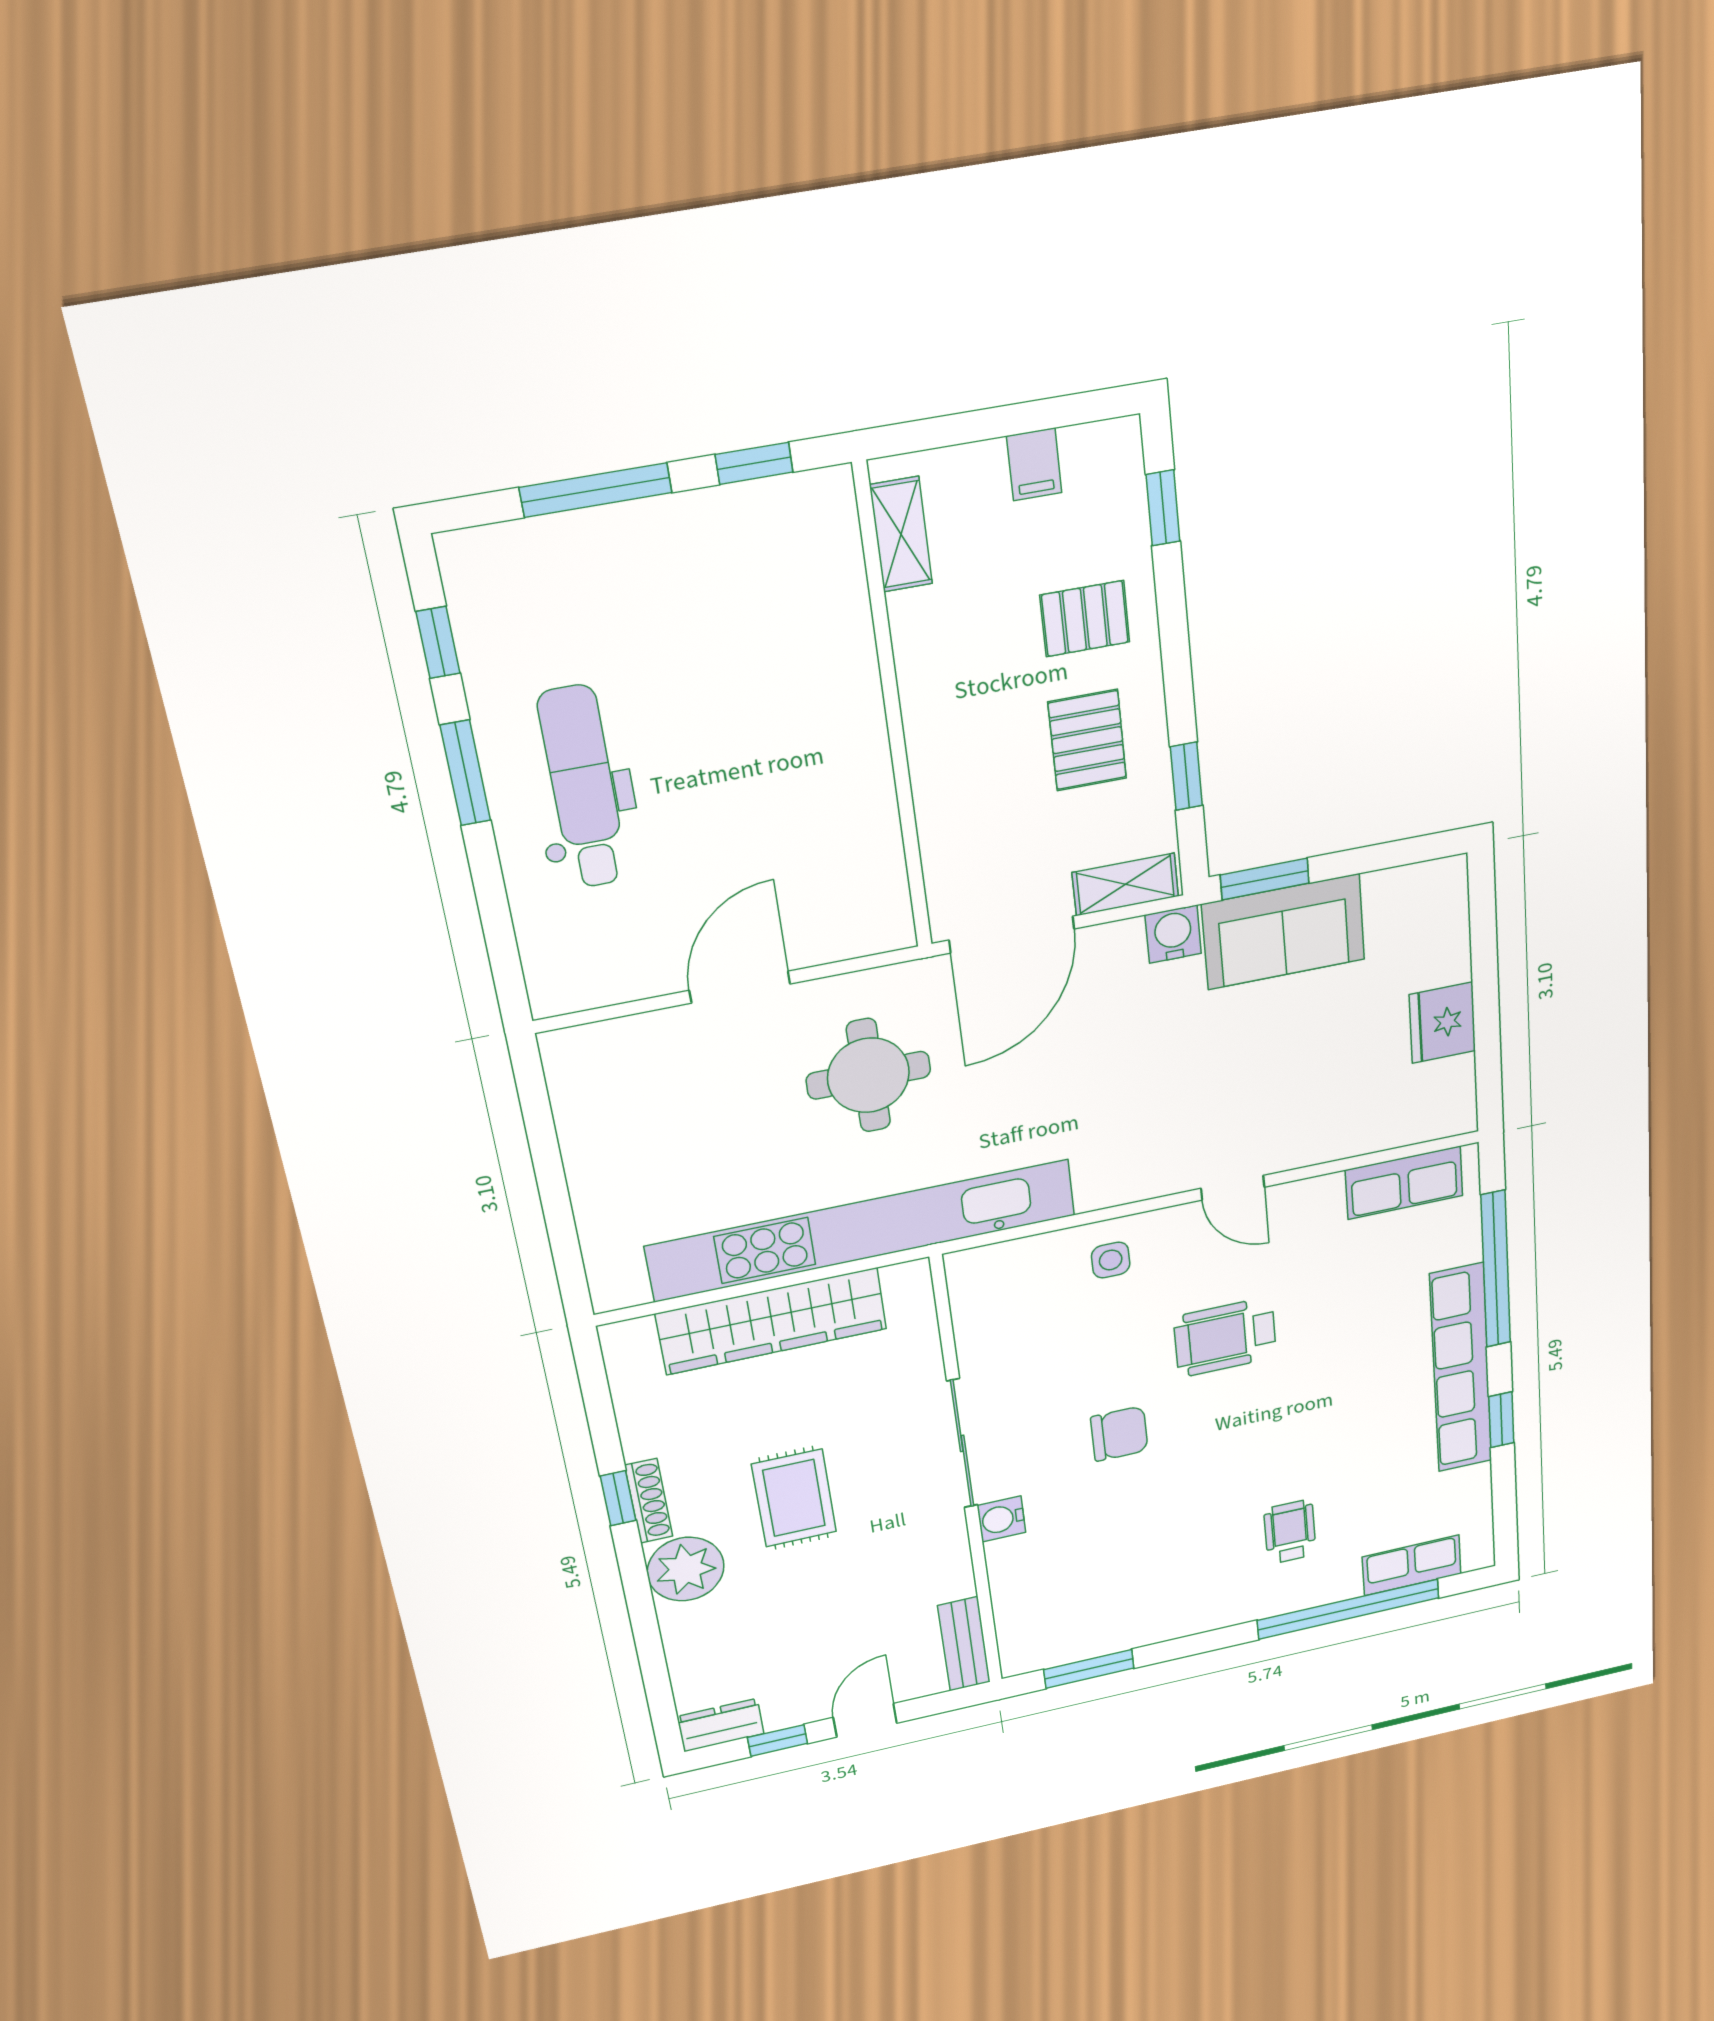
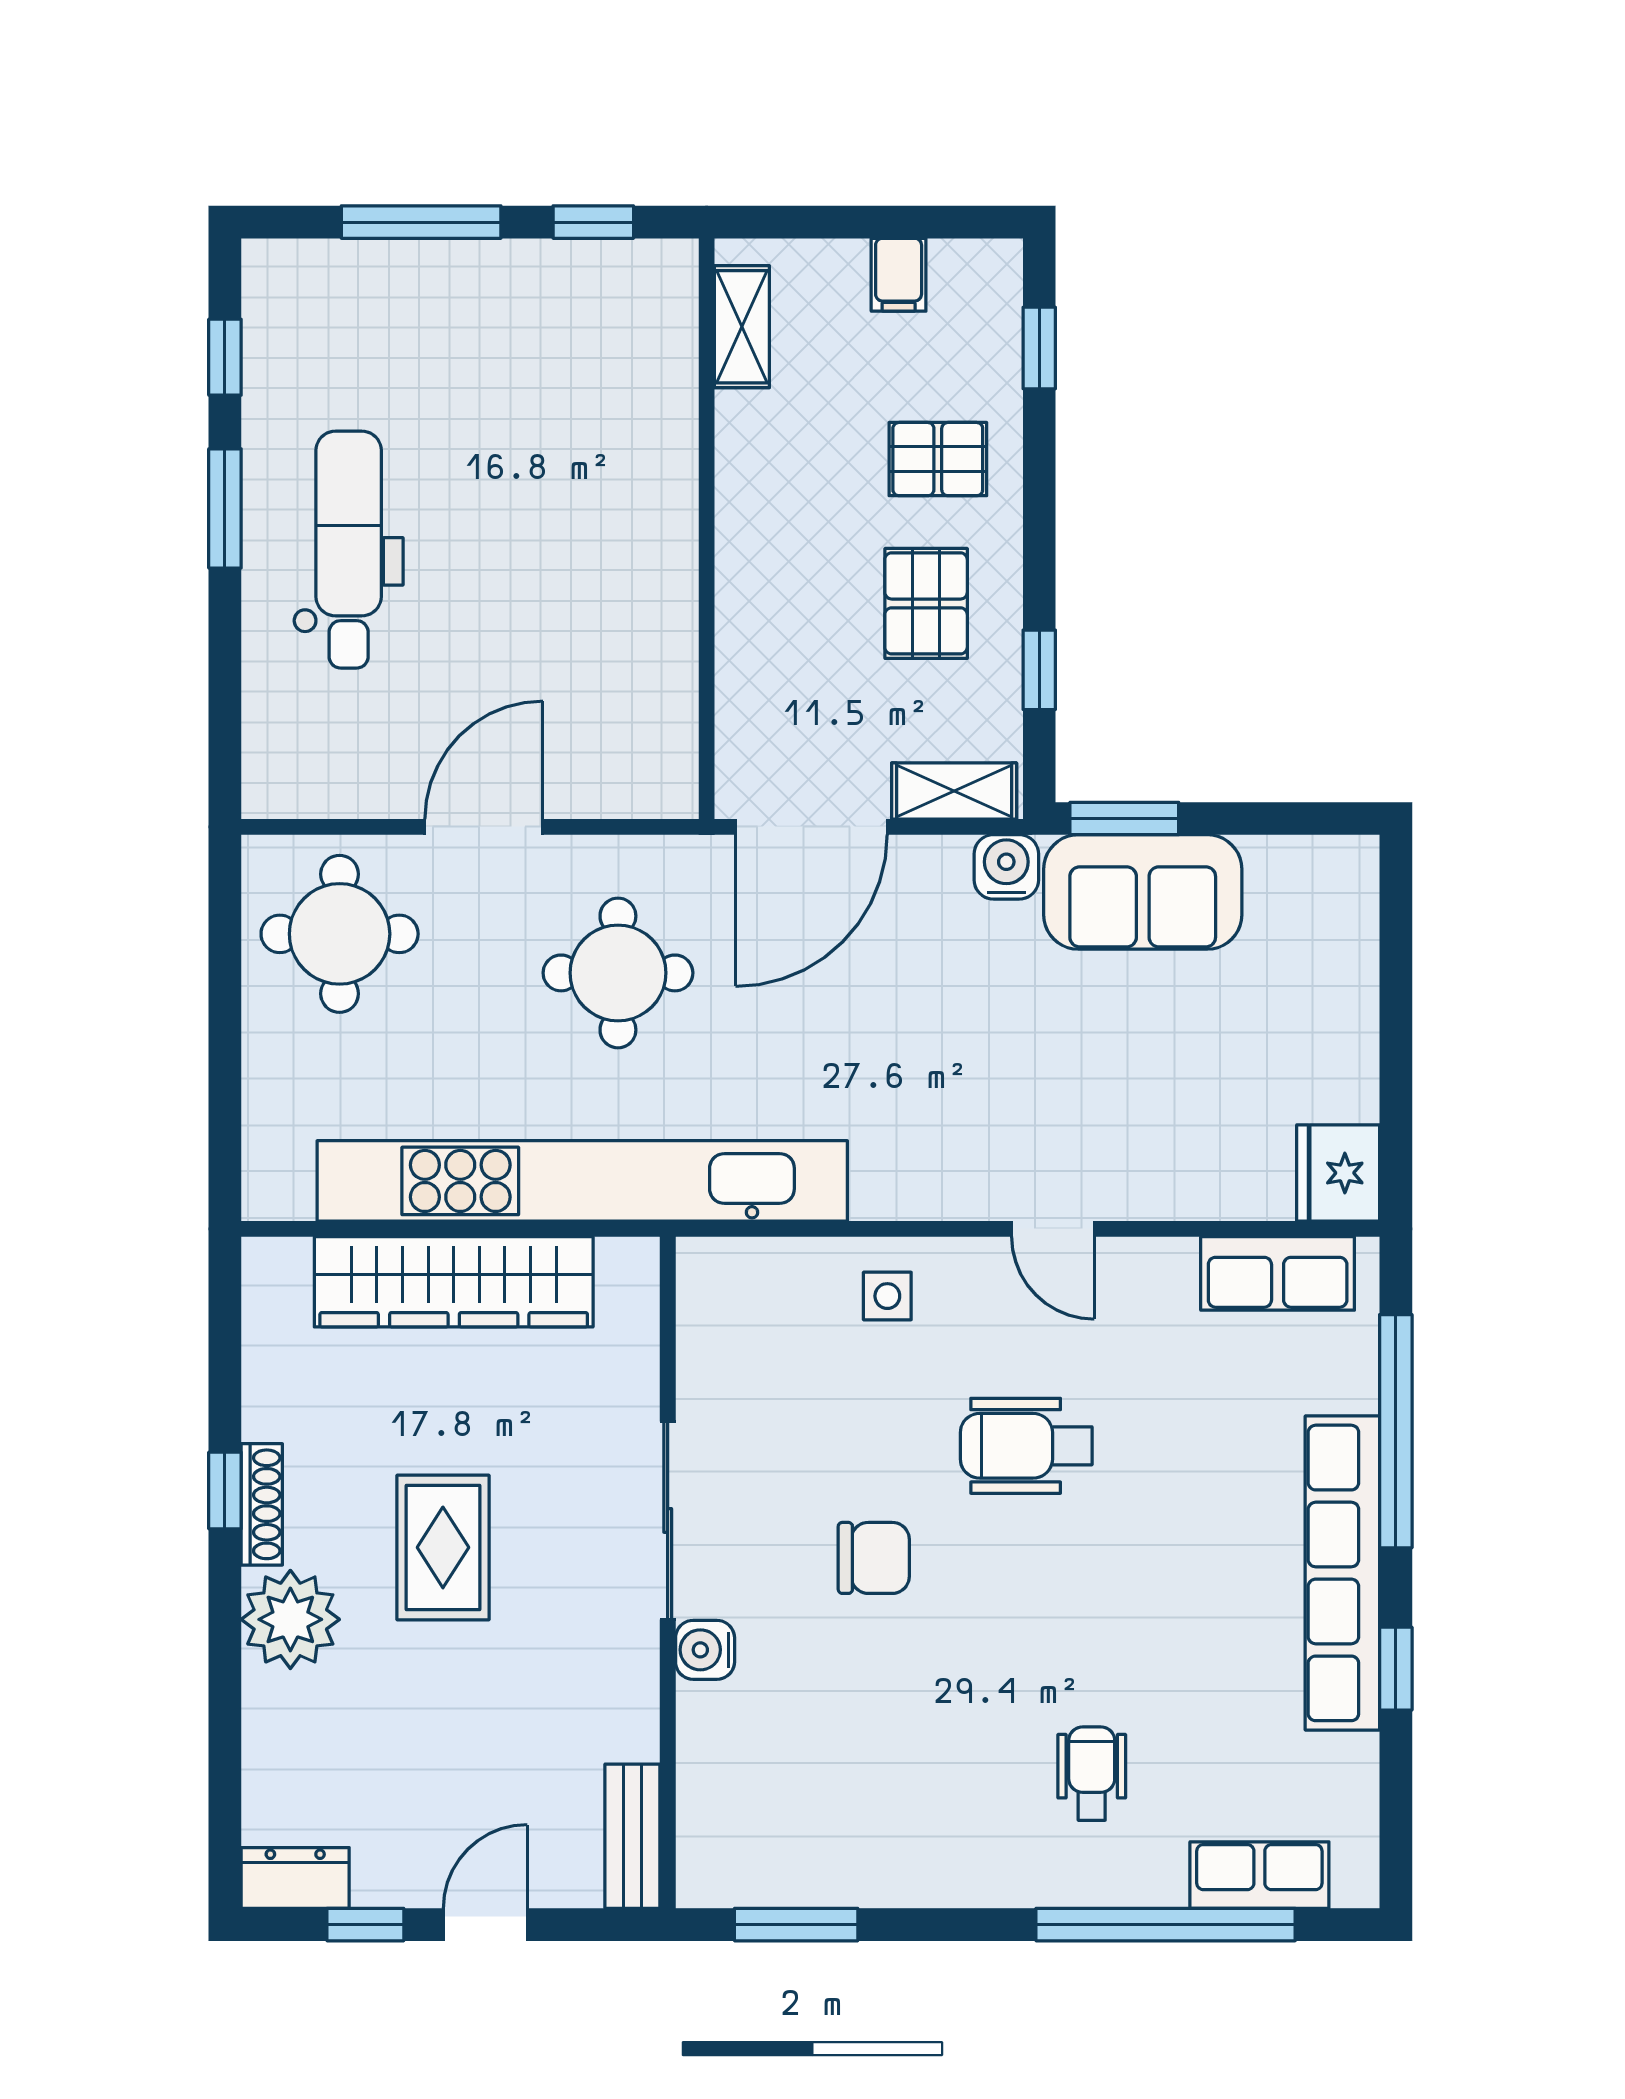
fridge: (1442, 1023) -> (1338, 1173), moved
round table: (633, 1092) -> (340, 934), added

